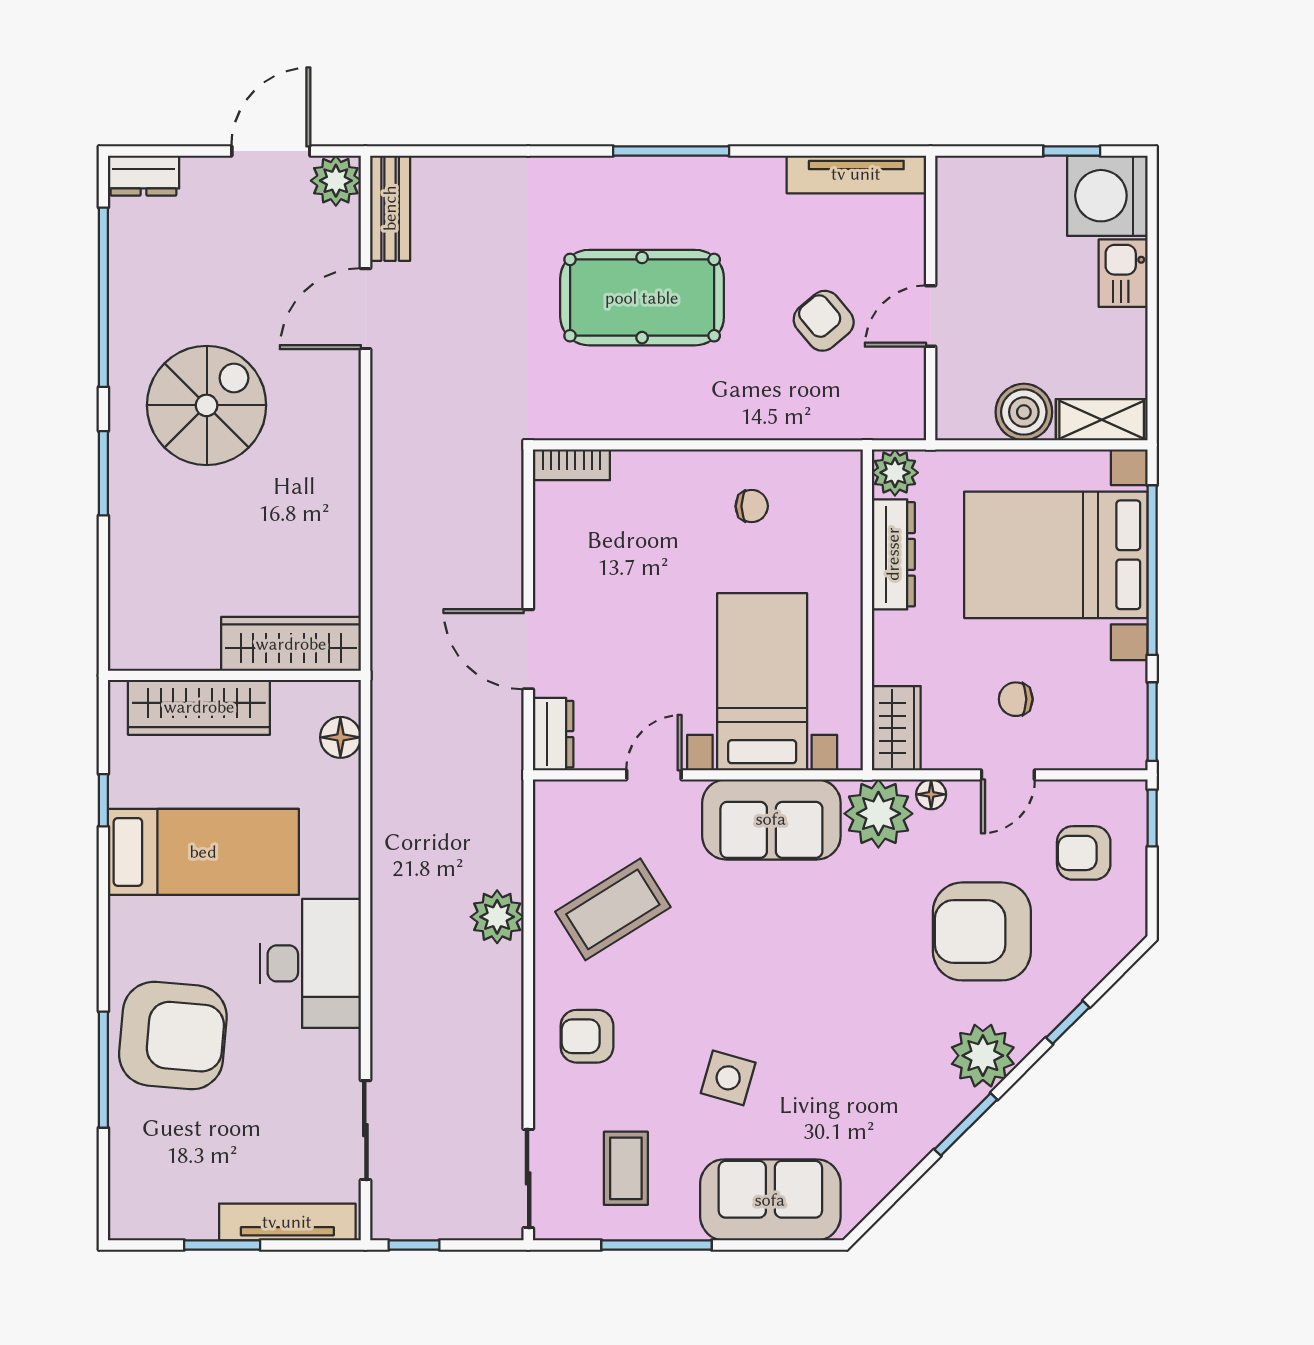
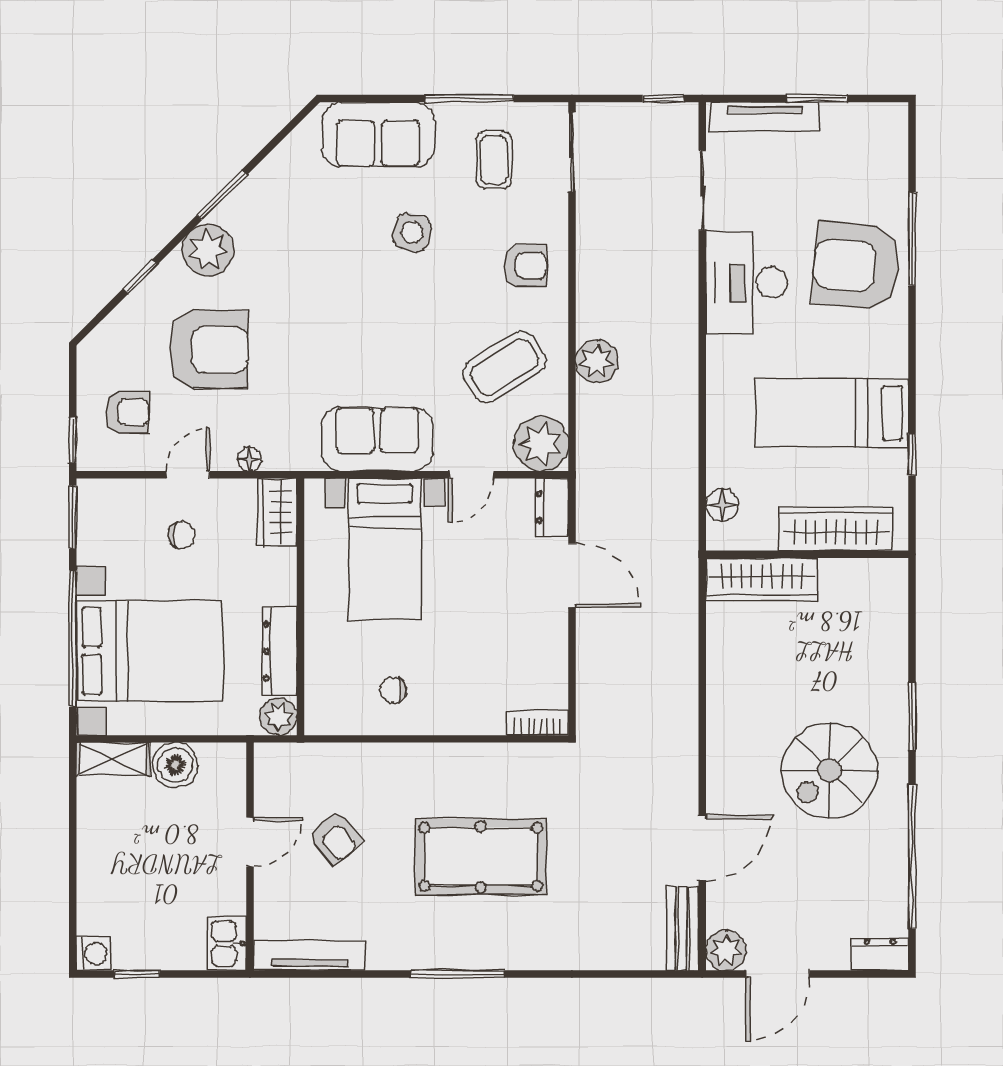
washing machine: (1107, 196) -> (93, 953), width x0.53, depth x0.53
kitchen sink: (1123, 273) -> (227, 943), moved, turned 180
plant: (878, 814) -> (541, 444), moved
desk: (310, 963) -> (746, 283), moved

